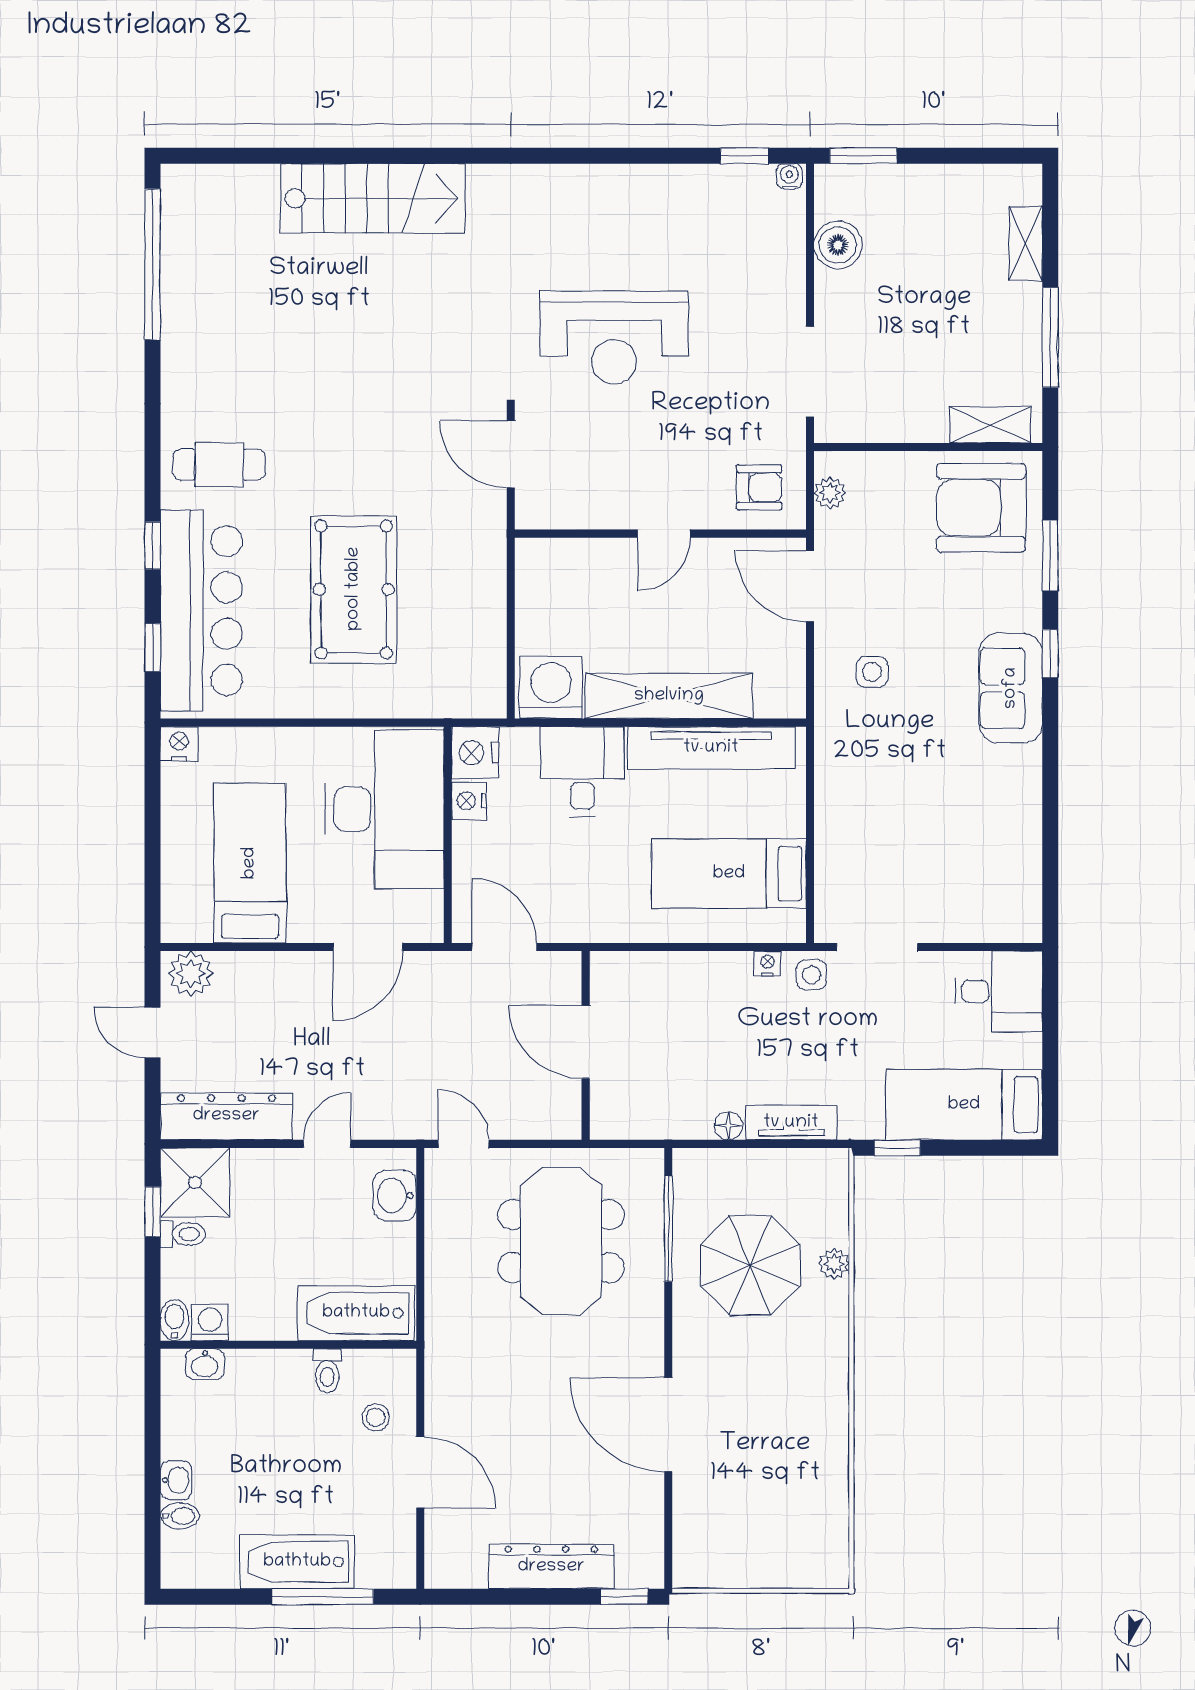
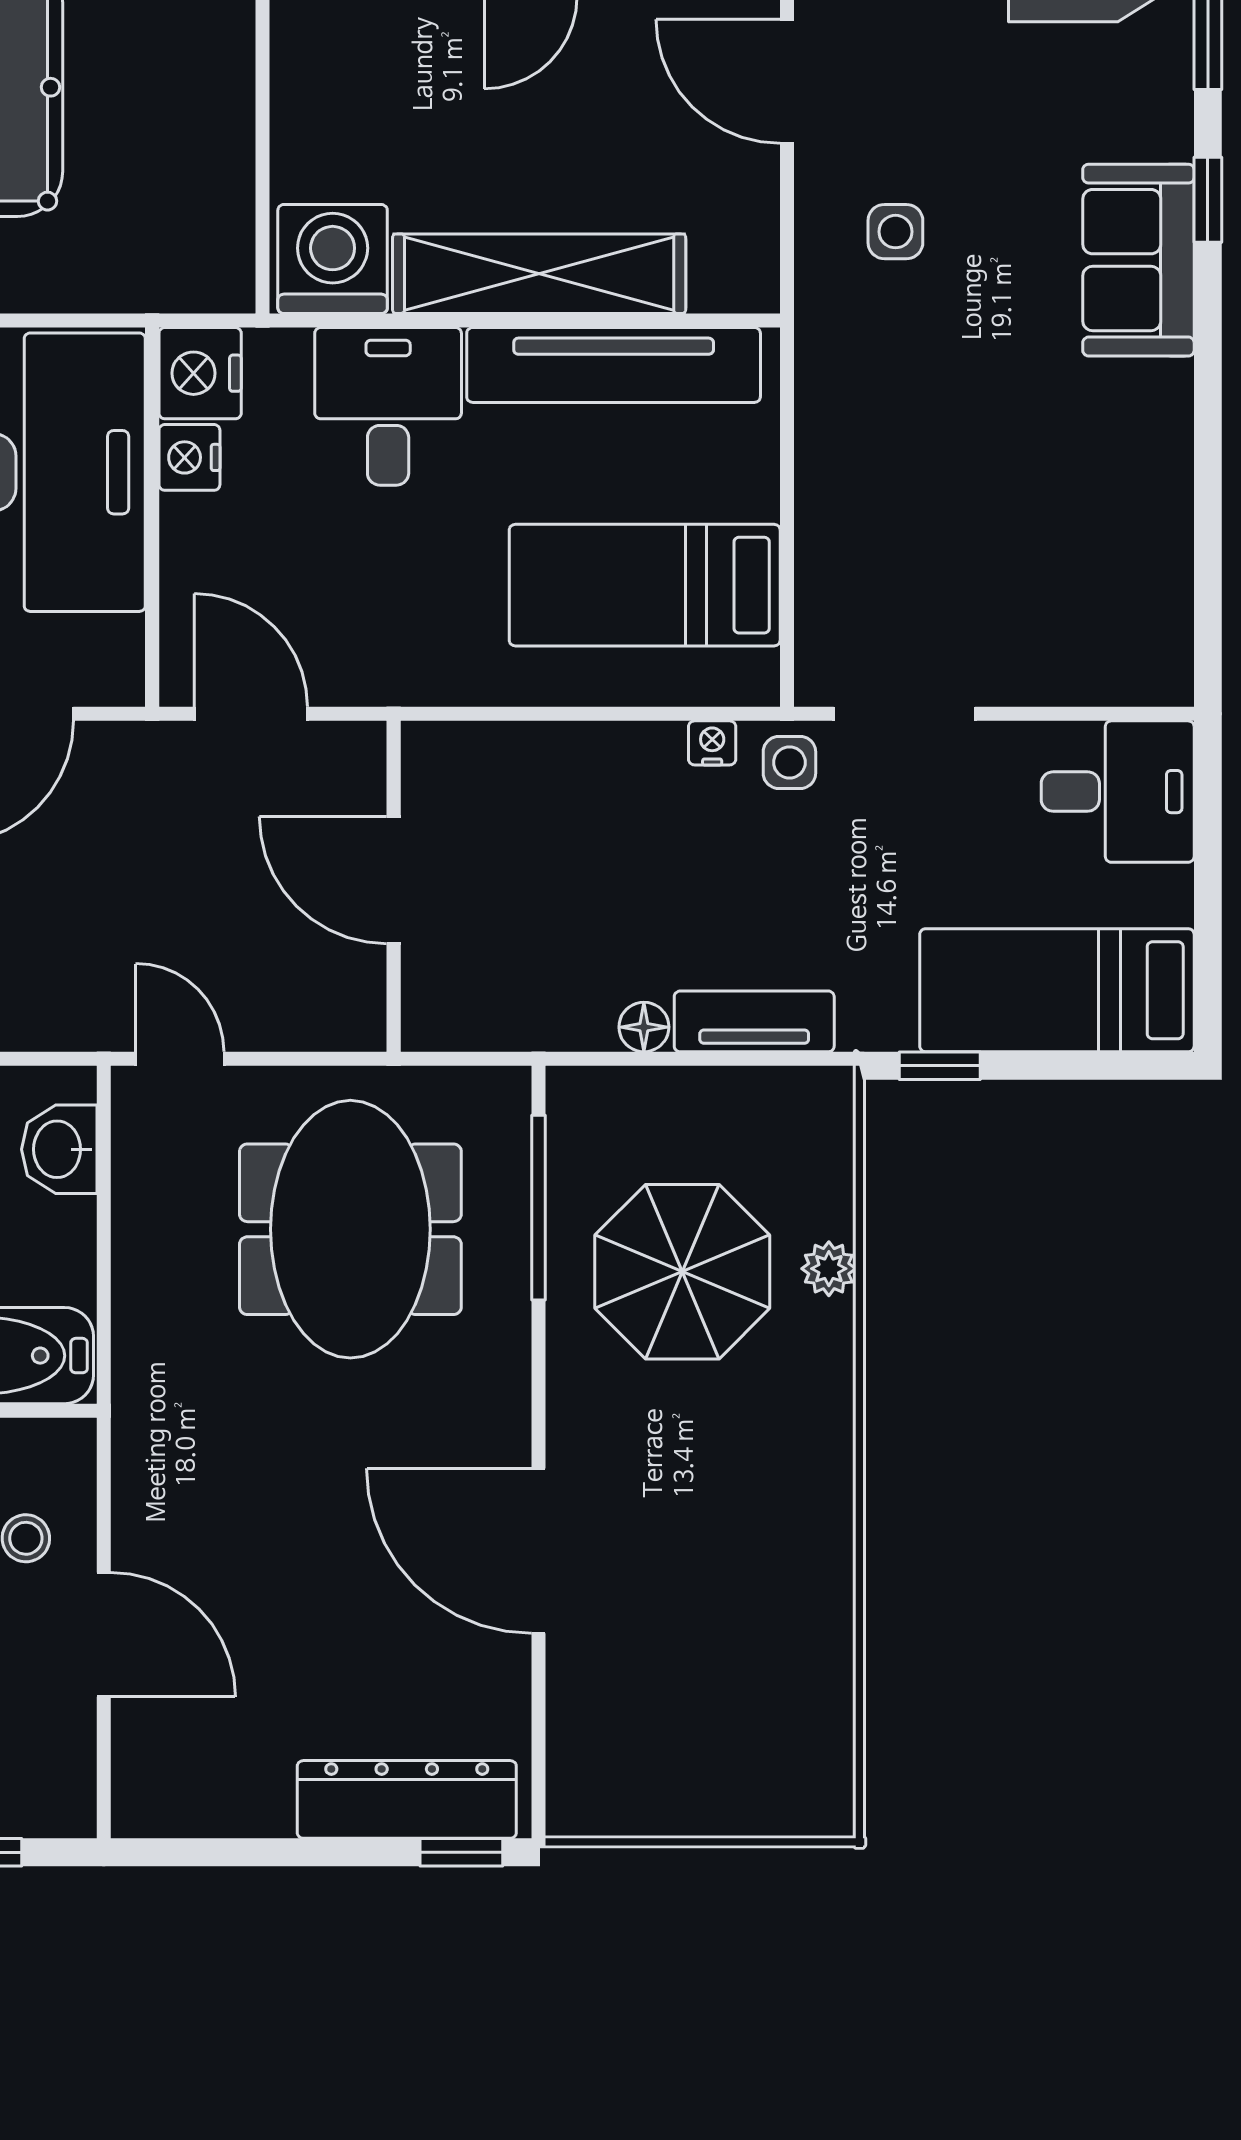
dresser: (551, 1567) -> (407, 1799), moved

